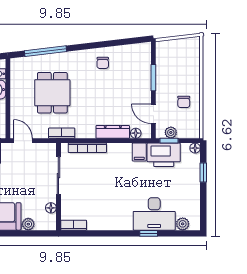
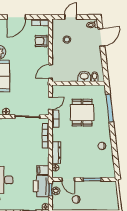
dining table: (52, 93) -> (82, 113), turned 90
door: (153, 114) -> (68, 179), swing flipped
door: (23, 141) -> (50, 103), moved

